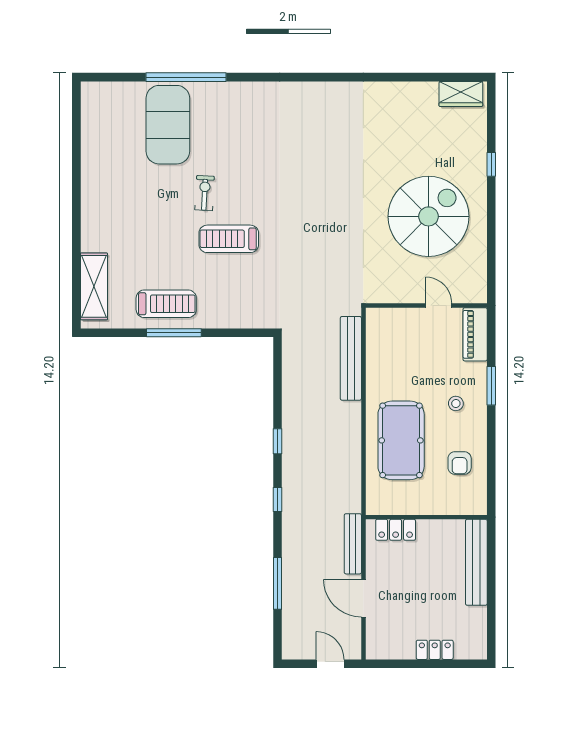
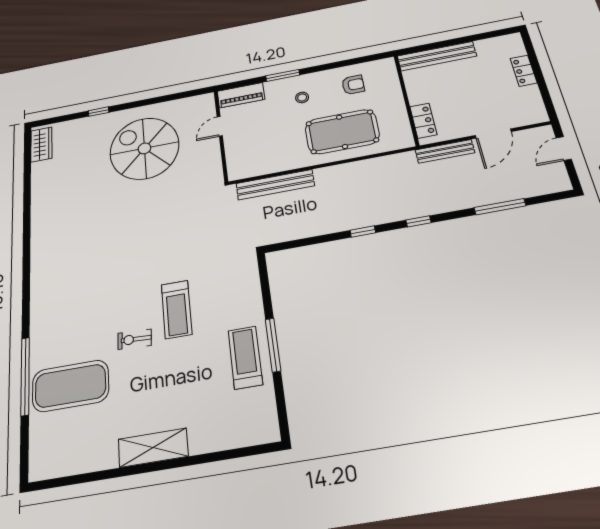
shelving: (94, 286) -> (153, 448), moved

